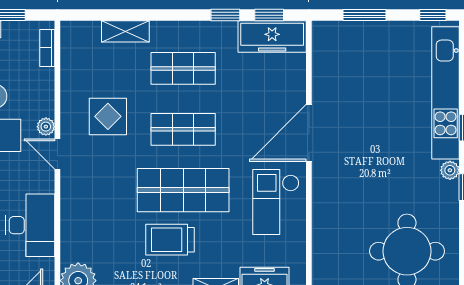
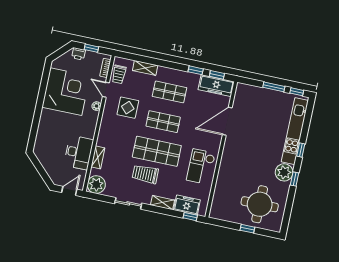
window: (365, 15) -> (274, 87), moved
trolley: (77, 55) -> (119, 74), added
door: (309, 133) -> (227, 121), moved
door: (57, 154) -> (106, 90), moved
plant: (450, 170) -> (284, 172), width x1.87, depth x1.87
shelving: (70, 227) -> (98, 157), added

